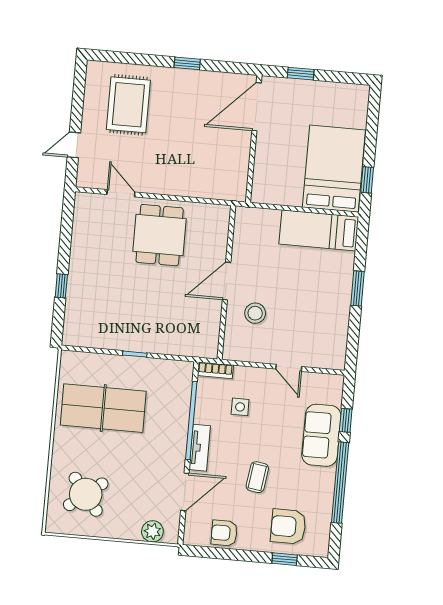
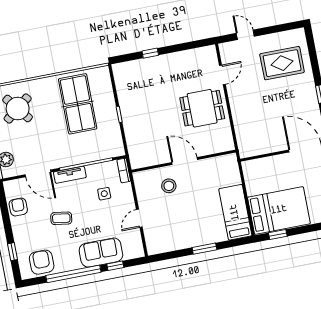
armchair: (288, 526) -> (42, 262), moved

